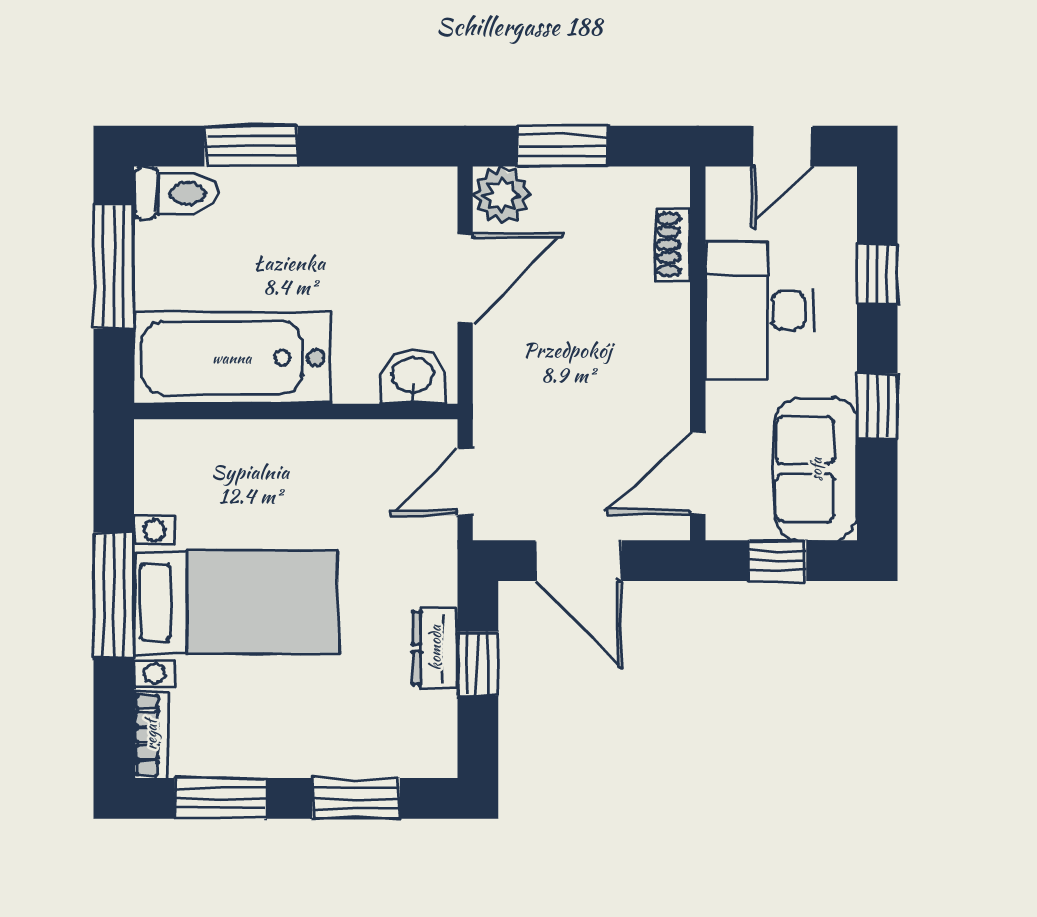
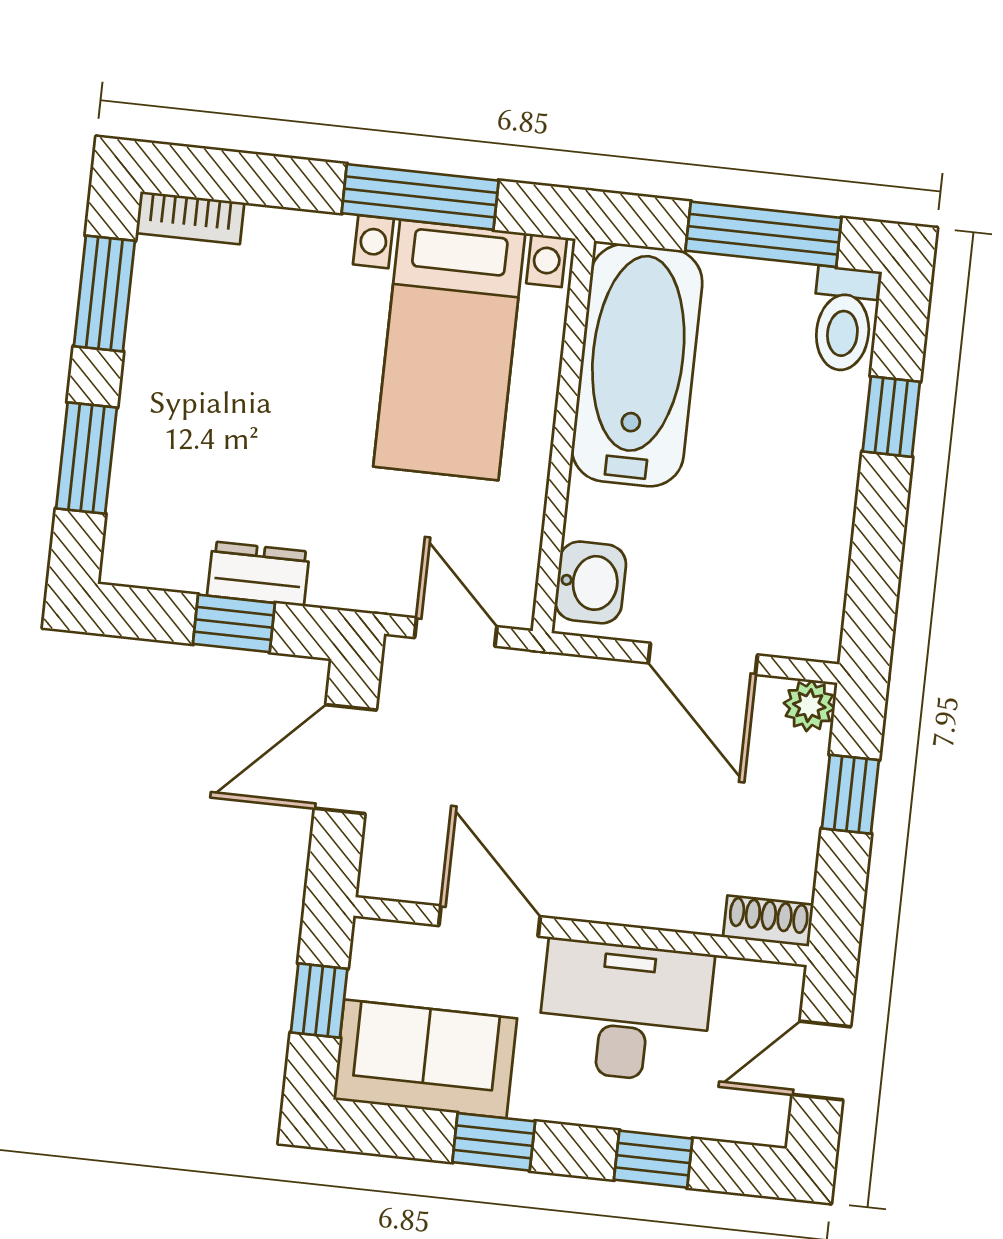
window: (251, 146) -> (891, 417), width x0.67
window: (562, 146) -> (850, 794), width x0.67
door: (782, 146) -> (821, 1061), hinge flipped
plant: (502, 195) -> (809, 706), width x0.73, depth x0.73
shoe rack: (673, 244) -> (768, 921), moved
door: (698, 473) -> (489, 921), moved
window: (114, 595) -> (420, 197), moved
bed with nightstands: (236, 602) -> (449, 350), moved

